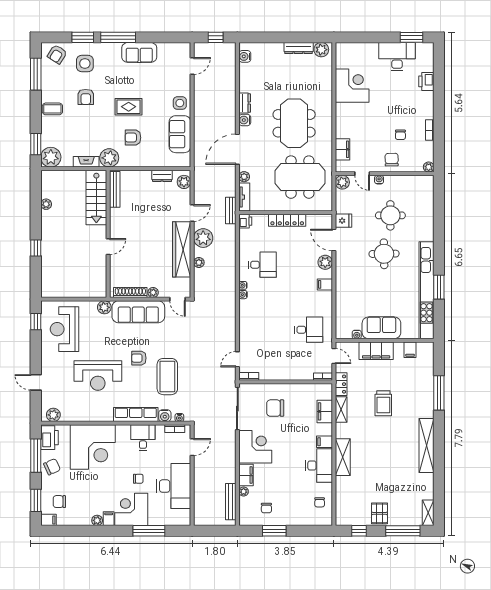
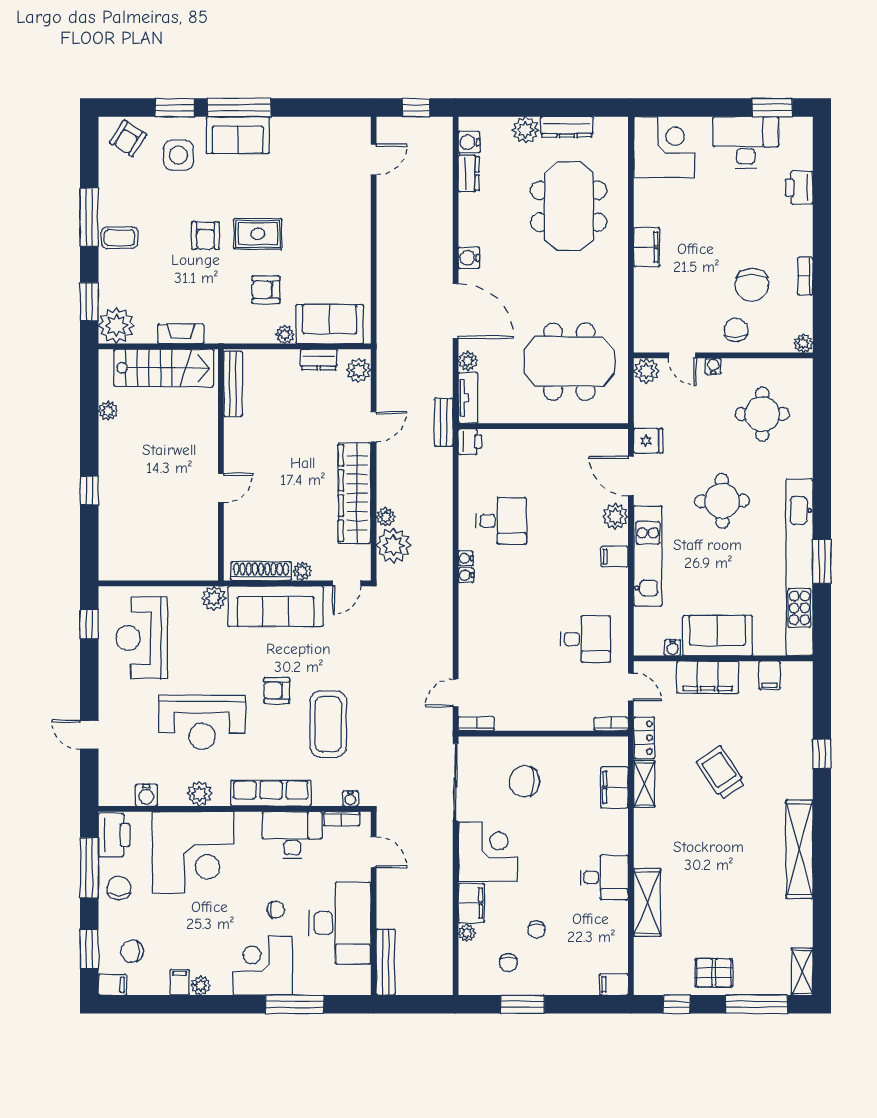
plant: (321, 50) -> (525, 130), moved
sofa: (139, 52) -> (238, 135), moved
window: (36, 74) -> (89, 217), moved
corner desk: (352, 86) -> (664, 147), moved
armchair: (86, 97) -> (205, 236), moved
side table: (180, 103) -> (351, 227), removed
dresser: (245, 103) -> (469, 173), moved
meeting table: (294, 123) -> (569, 206), moved
sofa: (180, 134) -> (330, 324), moved, turned 90
chair: (400, 135) -> (752, 285), width x1.87, depth x1.87
door: (237, 149) -> (456, 311), swing flipped
filing cabinet: (343, 149) -> (647, 247), moved
plant: (109, 158) -> (285, 335), moved, width x0.53, depth x0.53
stairs: (96, 198) -> (164, 368), moved, turned -90
round table: (390, 215) -> (762, 414), moved
locker: (287, 220) -> (546, 440), removed
plant: (203, 238) -> (393, 545), moved
kitchen unit: (343, 284) -> (648, 556), added
door: (178, 299) -> (347, 583), hinge flipped
window: (439, 393) -> (822, 754), width x0.46
trolley: (383, 403) -> (721, 773), turned 146
plant: (53, 415) -> (199, 794), moved
water cooler: (165, 416) -> (146, 795), moved
desk: (143, 438) -> (292, 835), width x1.37
filing cabinet: (324, 442) -> (614, 984), moved
door: (192, 447) -> (374, 852), hinge flipped
shelving: (343, 457) -> (647, 903), moved
desk: (319, 466) -> (604, 877), width x0.73
chair: (52, 467) -> (119, 888), turned -66
bench: (231, 502) -> (386, 962), moved
chair: (320, 502) -> (537, 929), moved
pallet: (379, 513) -> (714, 973), turned 90
filing cabinet: (109, 519) -> (180, 982), moved

